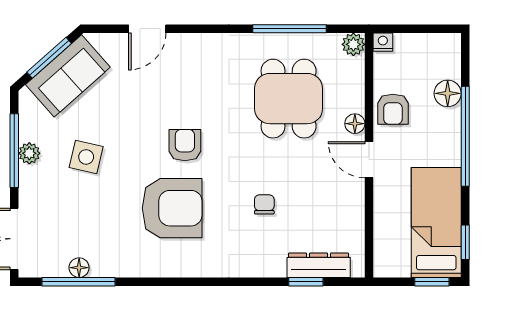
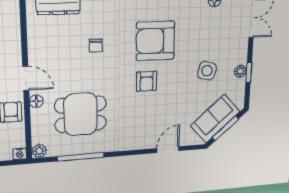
dining table: (289, 99) -> (81, 114), turned 90
window: (14, 151) -> (249, 72), width x0.46

